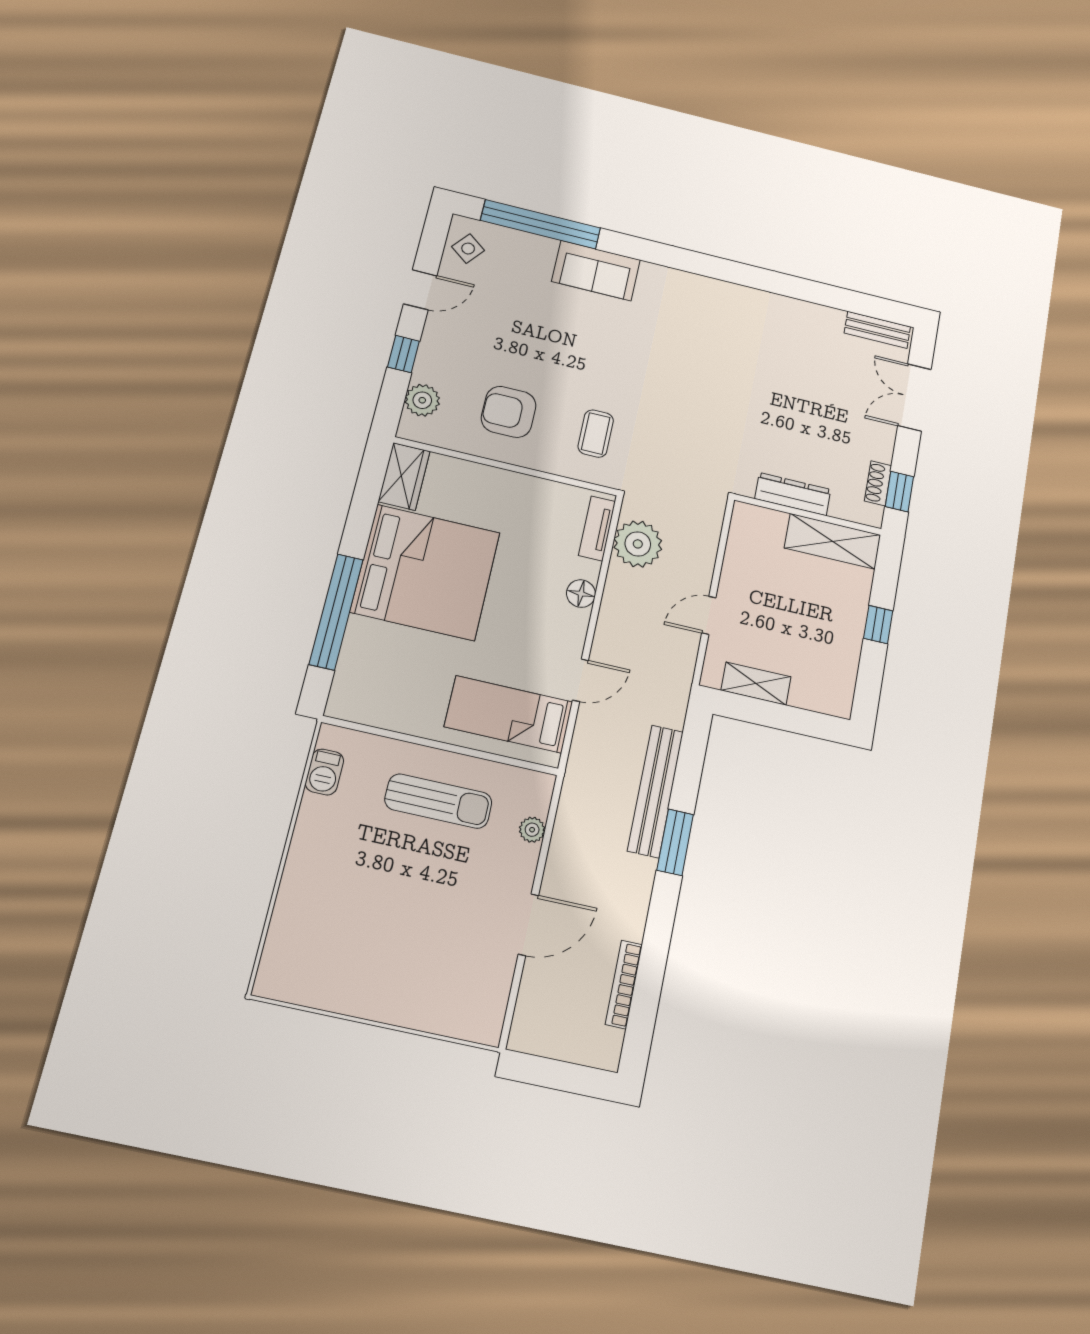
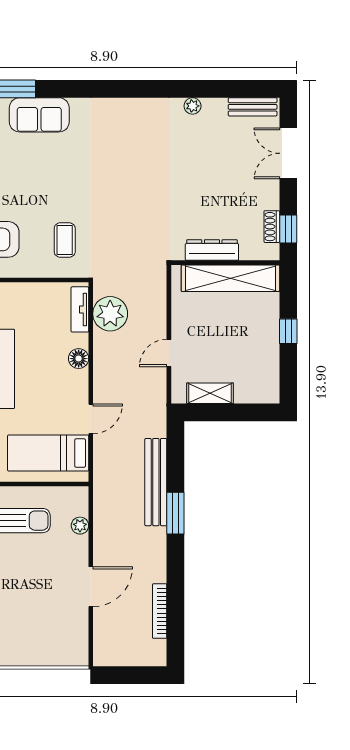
plant: (800, 310) -> (193, 106), added
shelving: (833, 541) -> (230, 278), width x1.47

